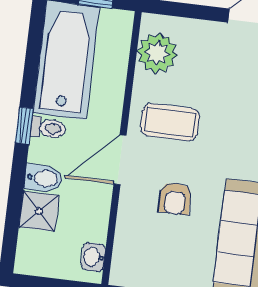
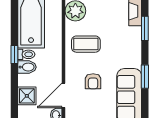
door: (120, 160) -> (64, 95), moved
bidet: (43, 178) -> (27, 67), moved

